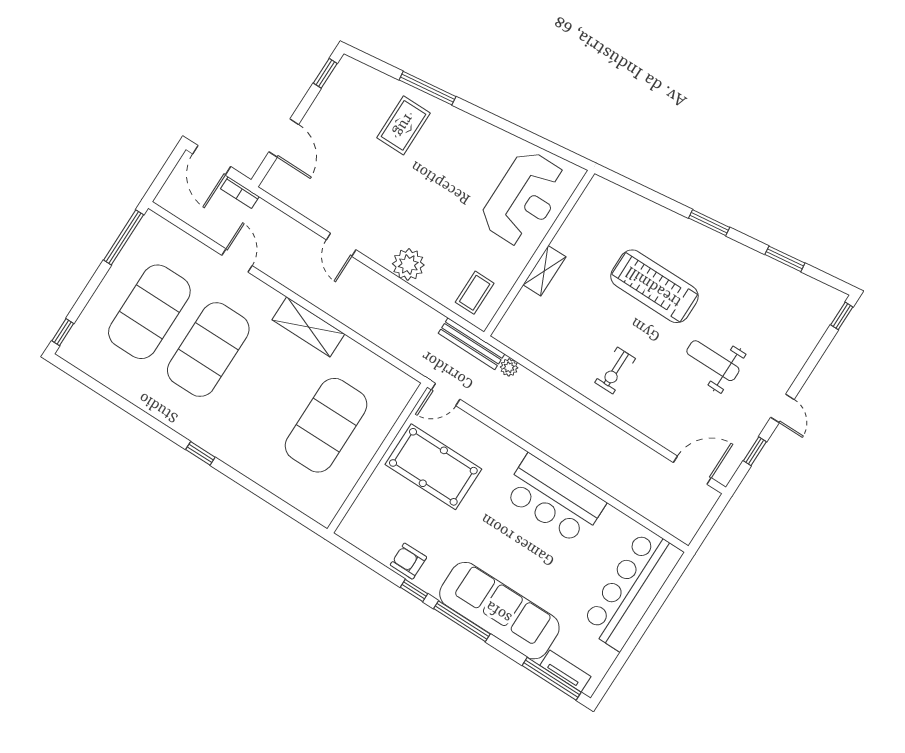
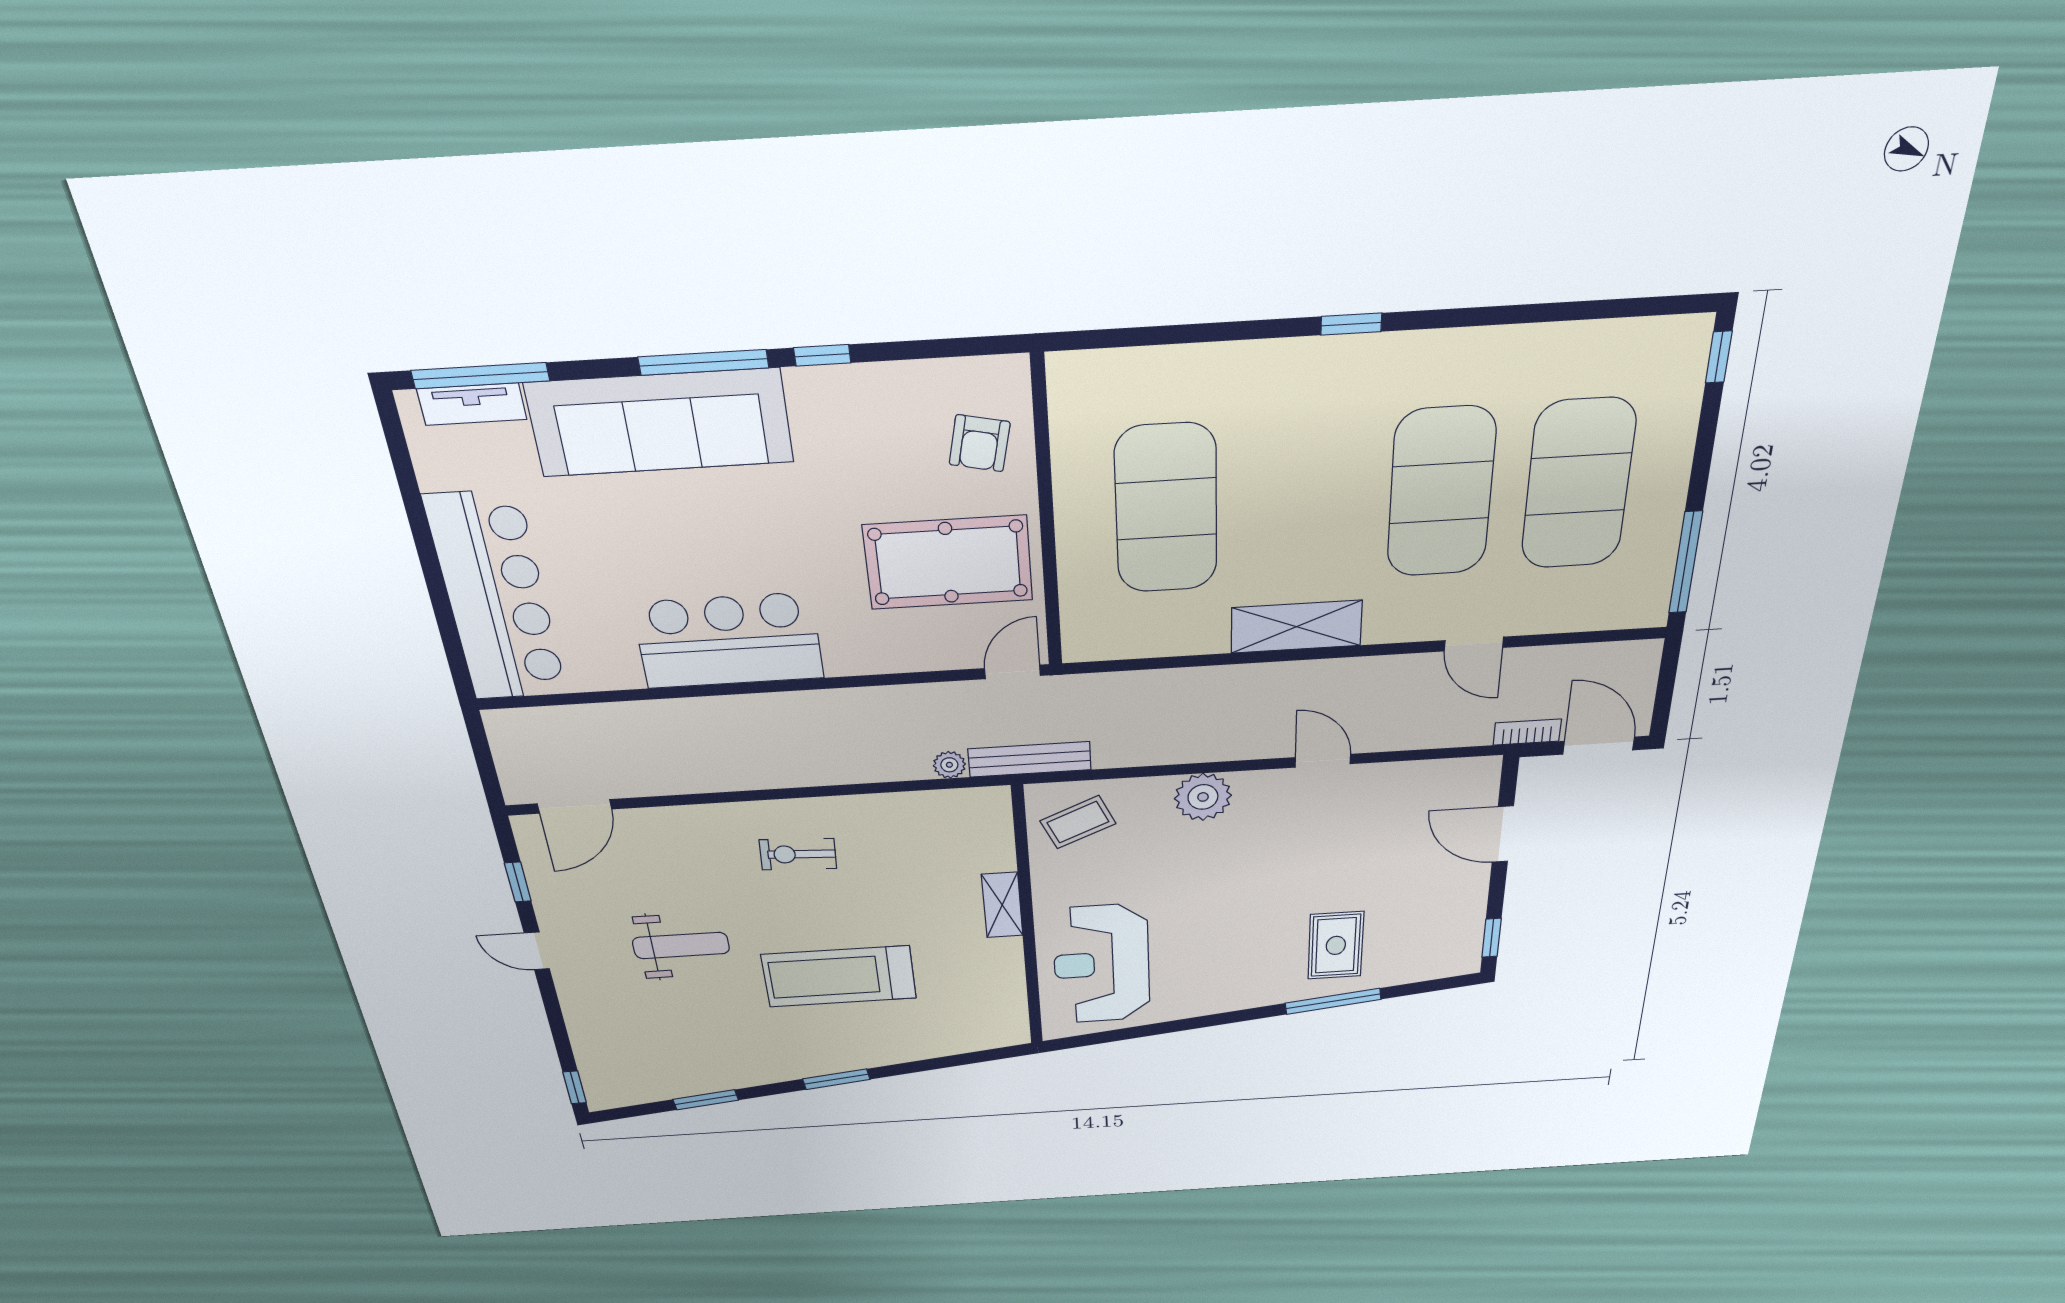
treadmill: (654, 286) -> (839, 976), turned 180
coffee table: (475, 293) -> (1078, 822), turned 66
exercise bike: (615, 371) -> (798, 854), turned -87
armchair: (408, 561) -> (980, 443), moved, turned 102

